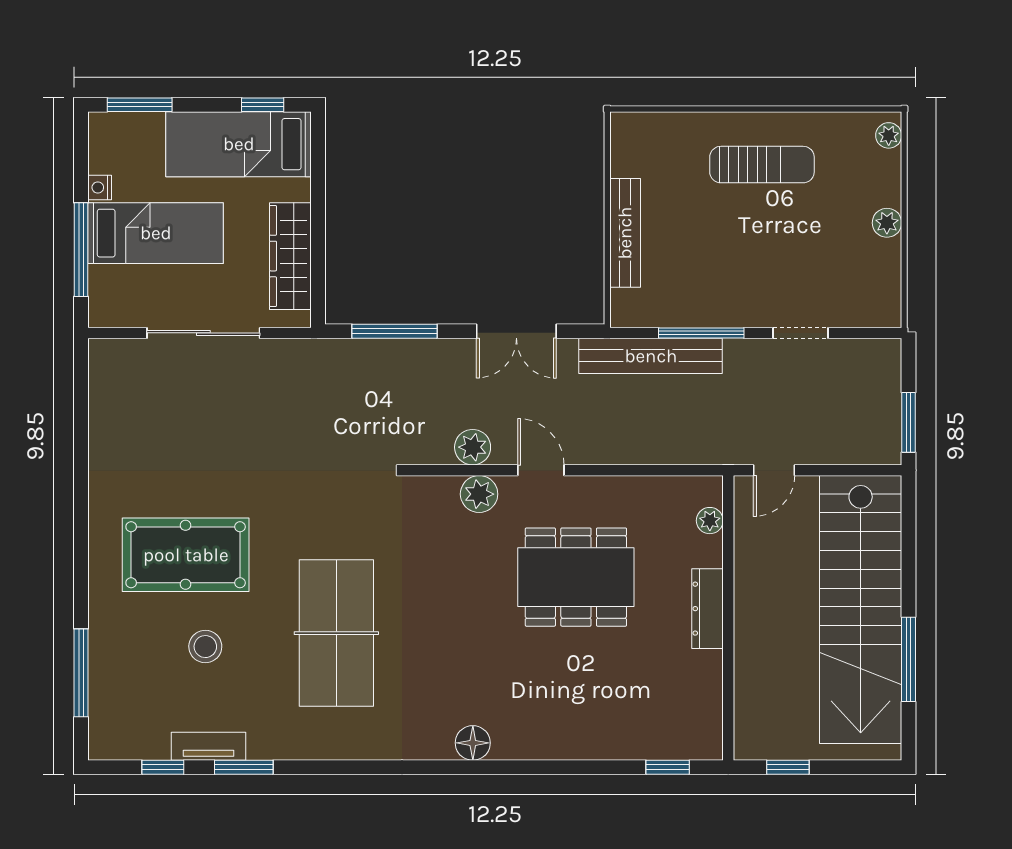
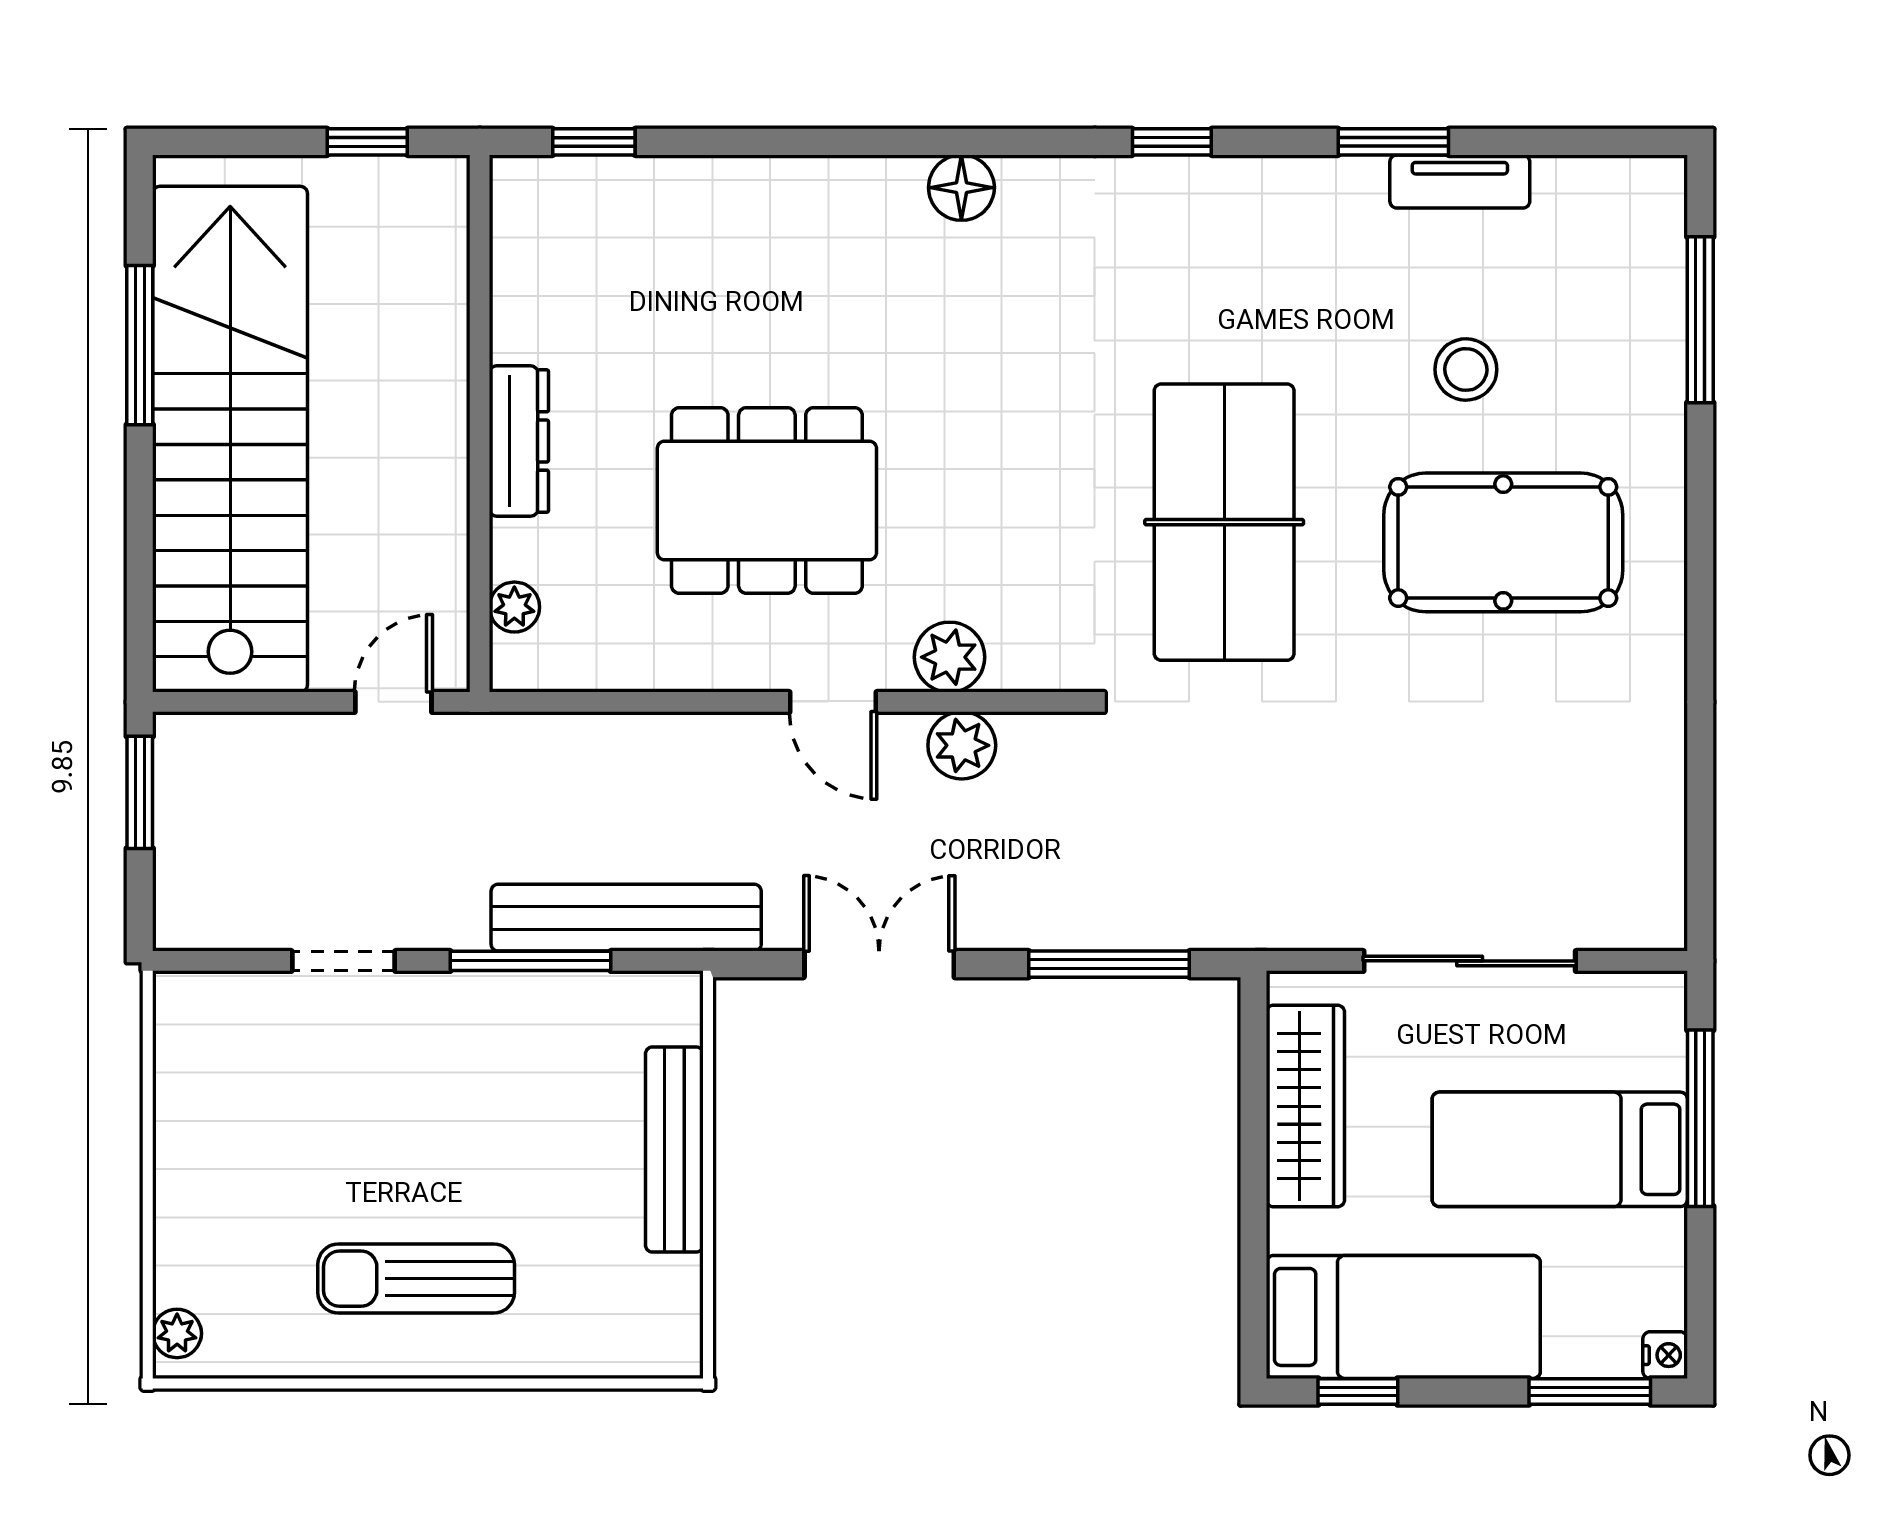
nightstand: (100, 187) -> (1665, 1355), moved
plant: (887, 223) -> (180, 1169), removed
table tennis table: (336, 633) -> (1224, 522), moved
window: (163, 767) -> (1172, 142), moved

